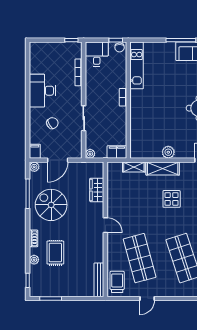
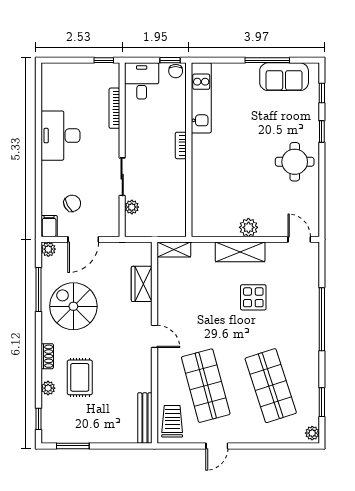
chair: (52, 123) -> (72, 203), moved
filing cabinet: (117, 152) -> (172, 227), removed
plant: (90, 154) -> (132, 207), moved
shelving: (134, 167) -> (174, 250), moved

